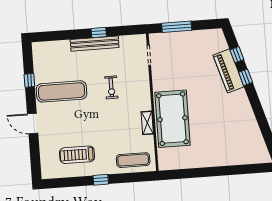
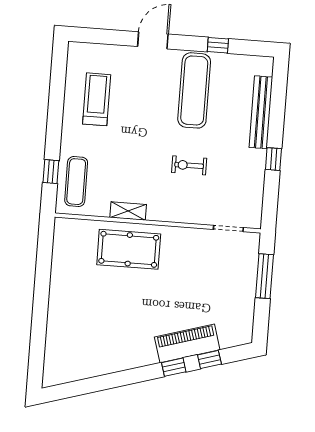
bench: (95, 44) -> (261, 112), moved
pool table: (172, 119) -> (129, 249), width x0.73, depth x0.76
window: (101, 180) -> (51, 172), moved

